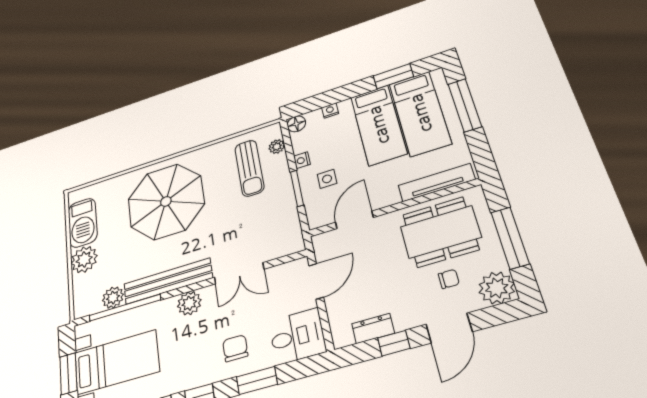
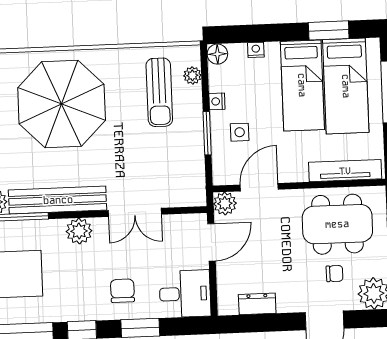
plant: (324, 243) -> (225, 204), added
window: (394, 343) -> (273, 322), removed

